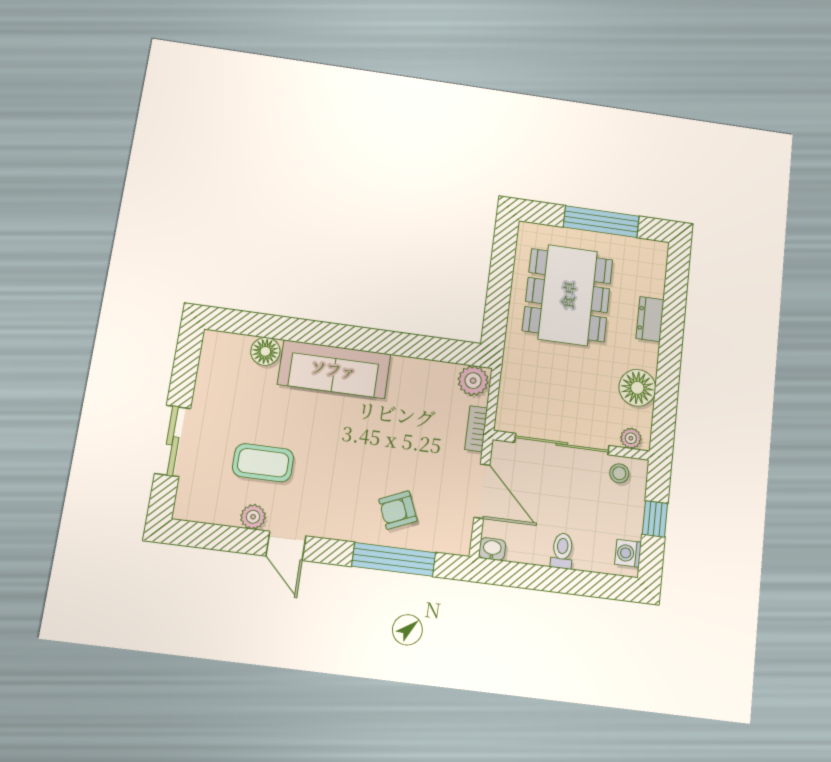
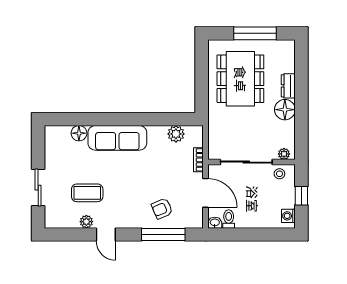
plant: (473, 381) -> (176, 134), moved
floor lamp: (637, 388) -> (285, 110), moved
toilet: (562, 551) -> (229, 219), moved

